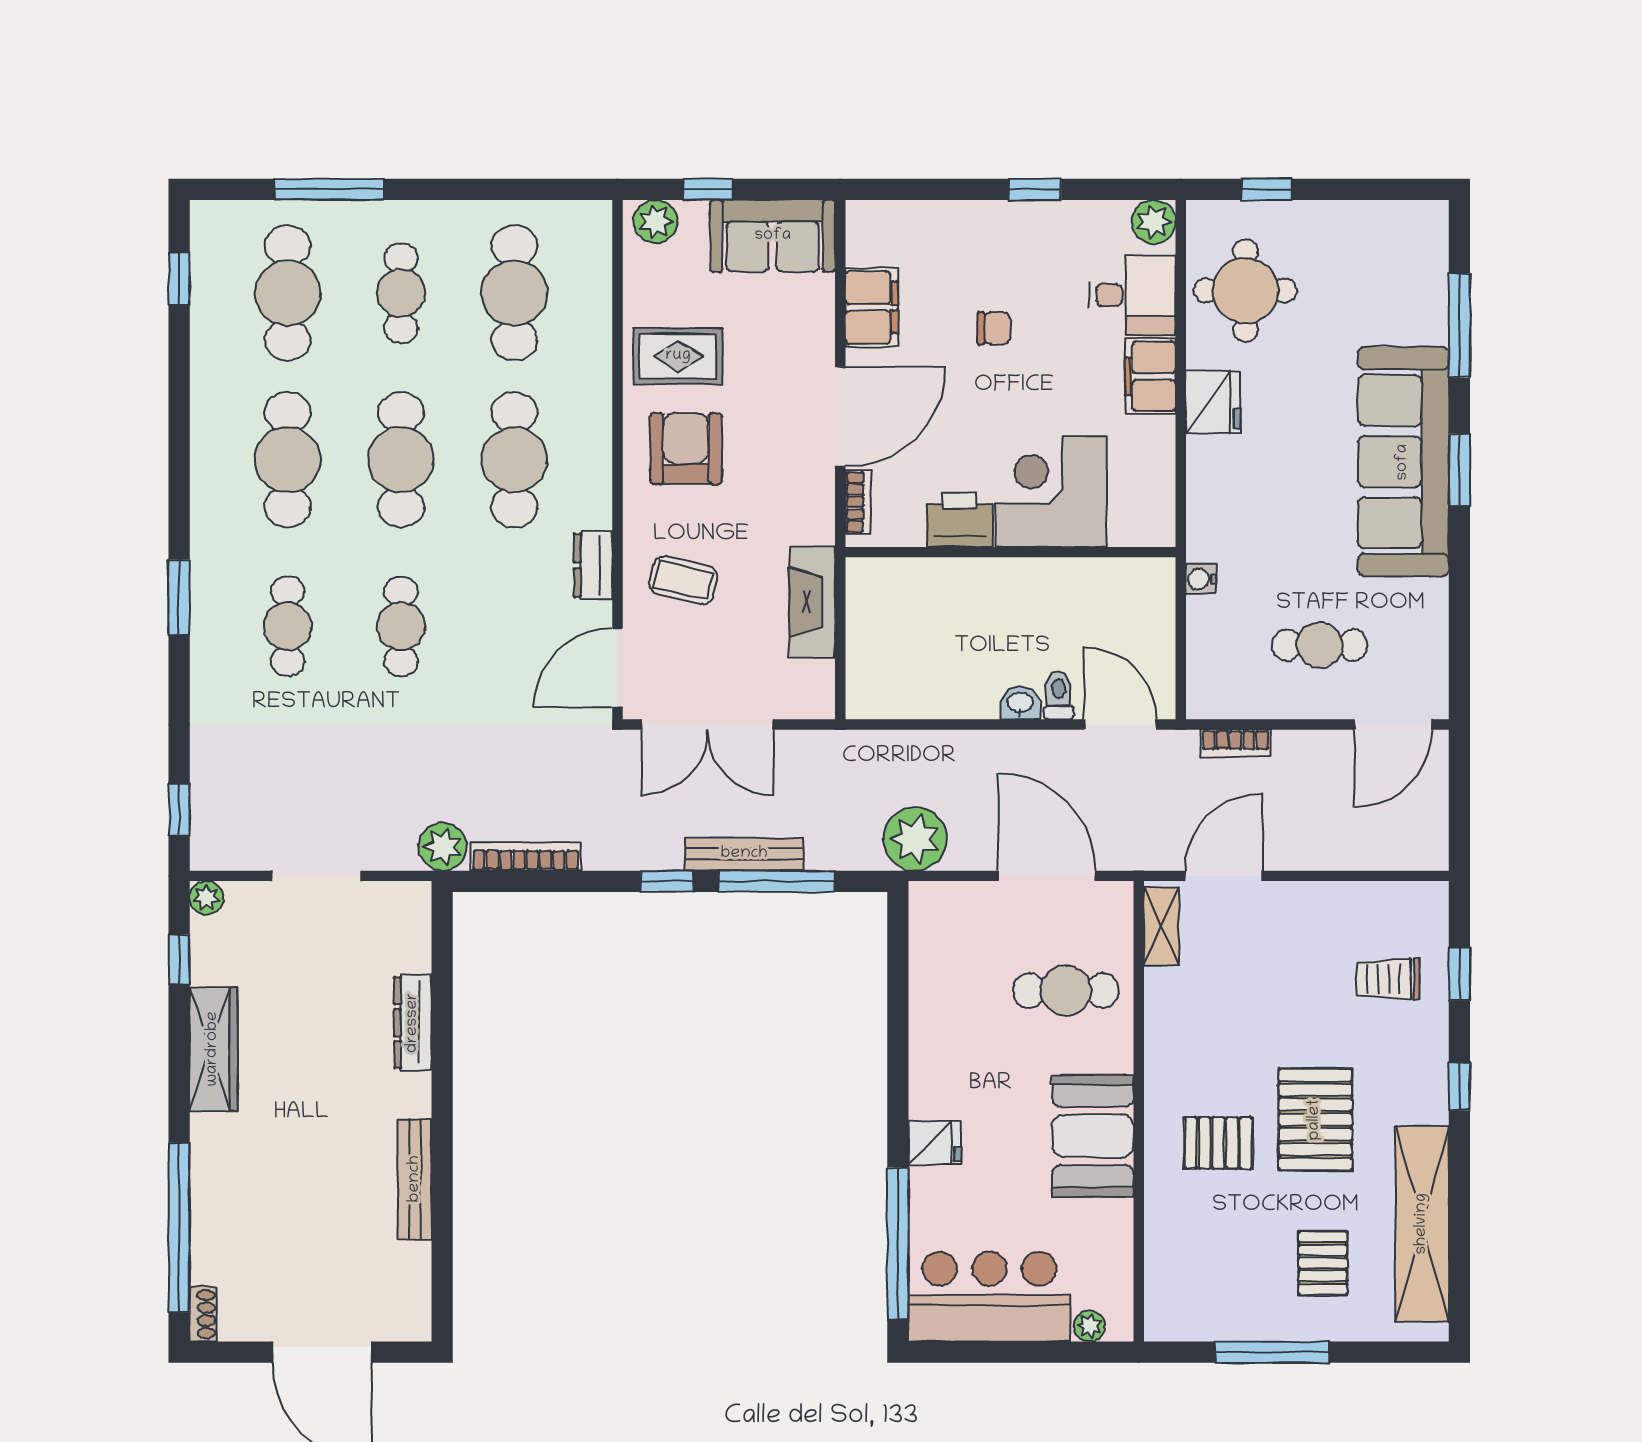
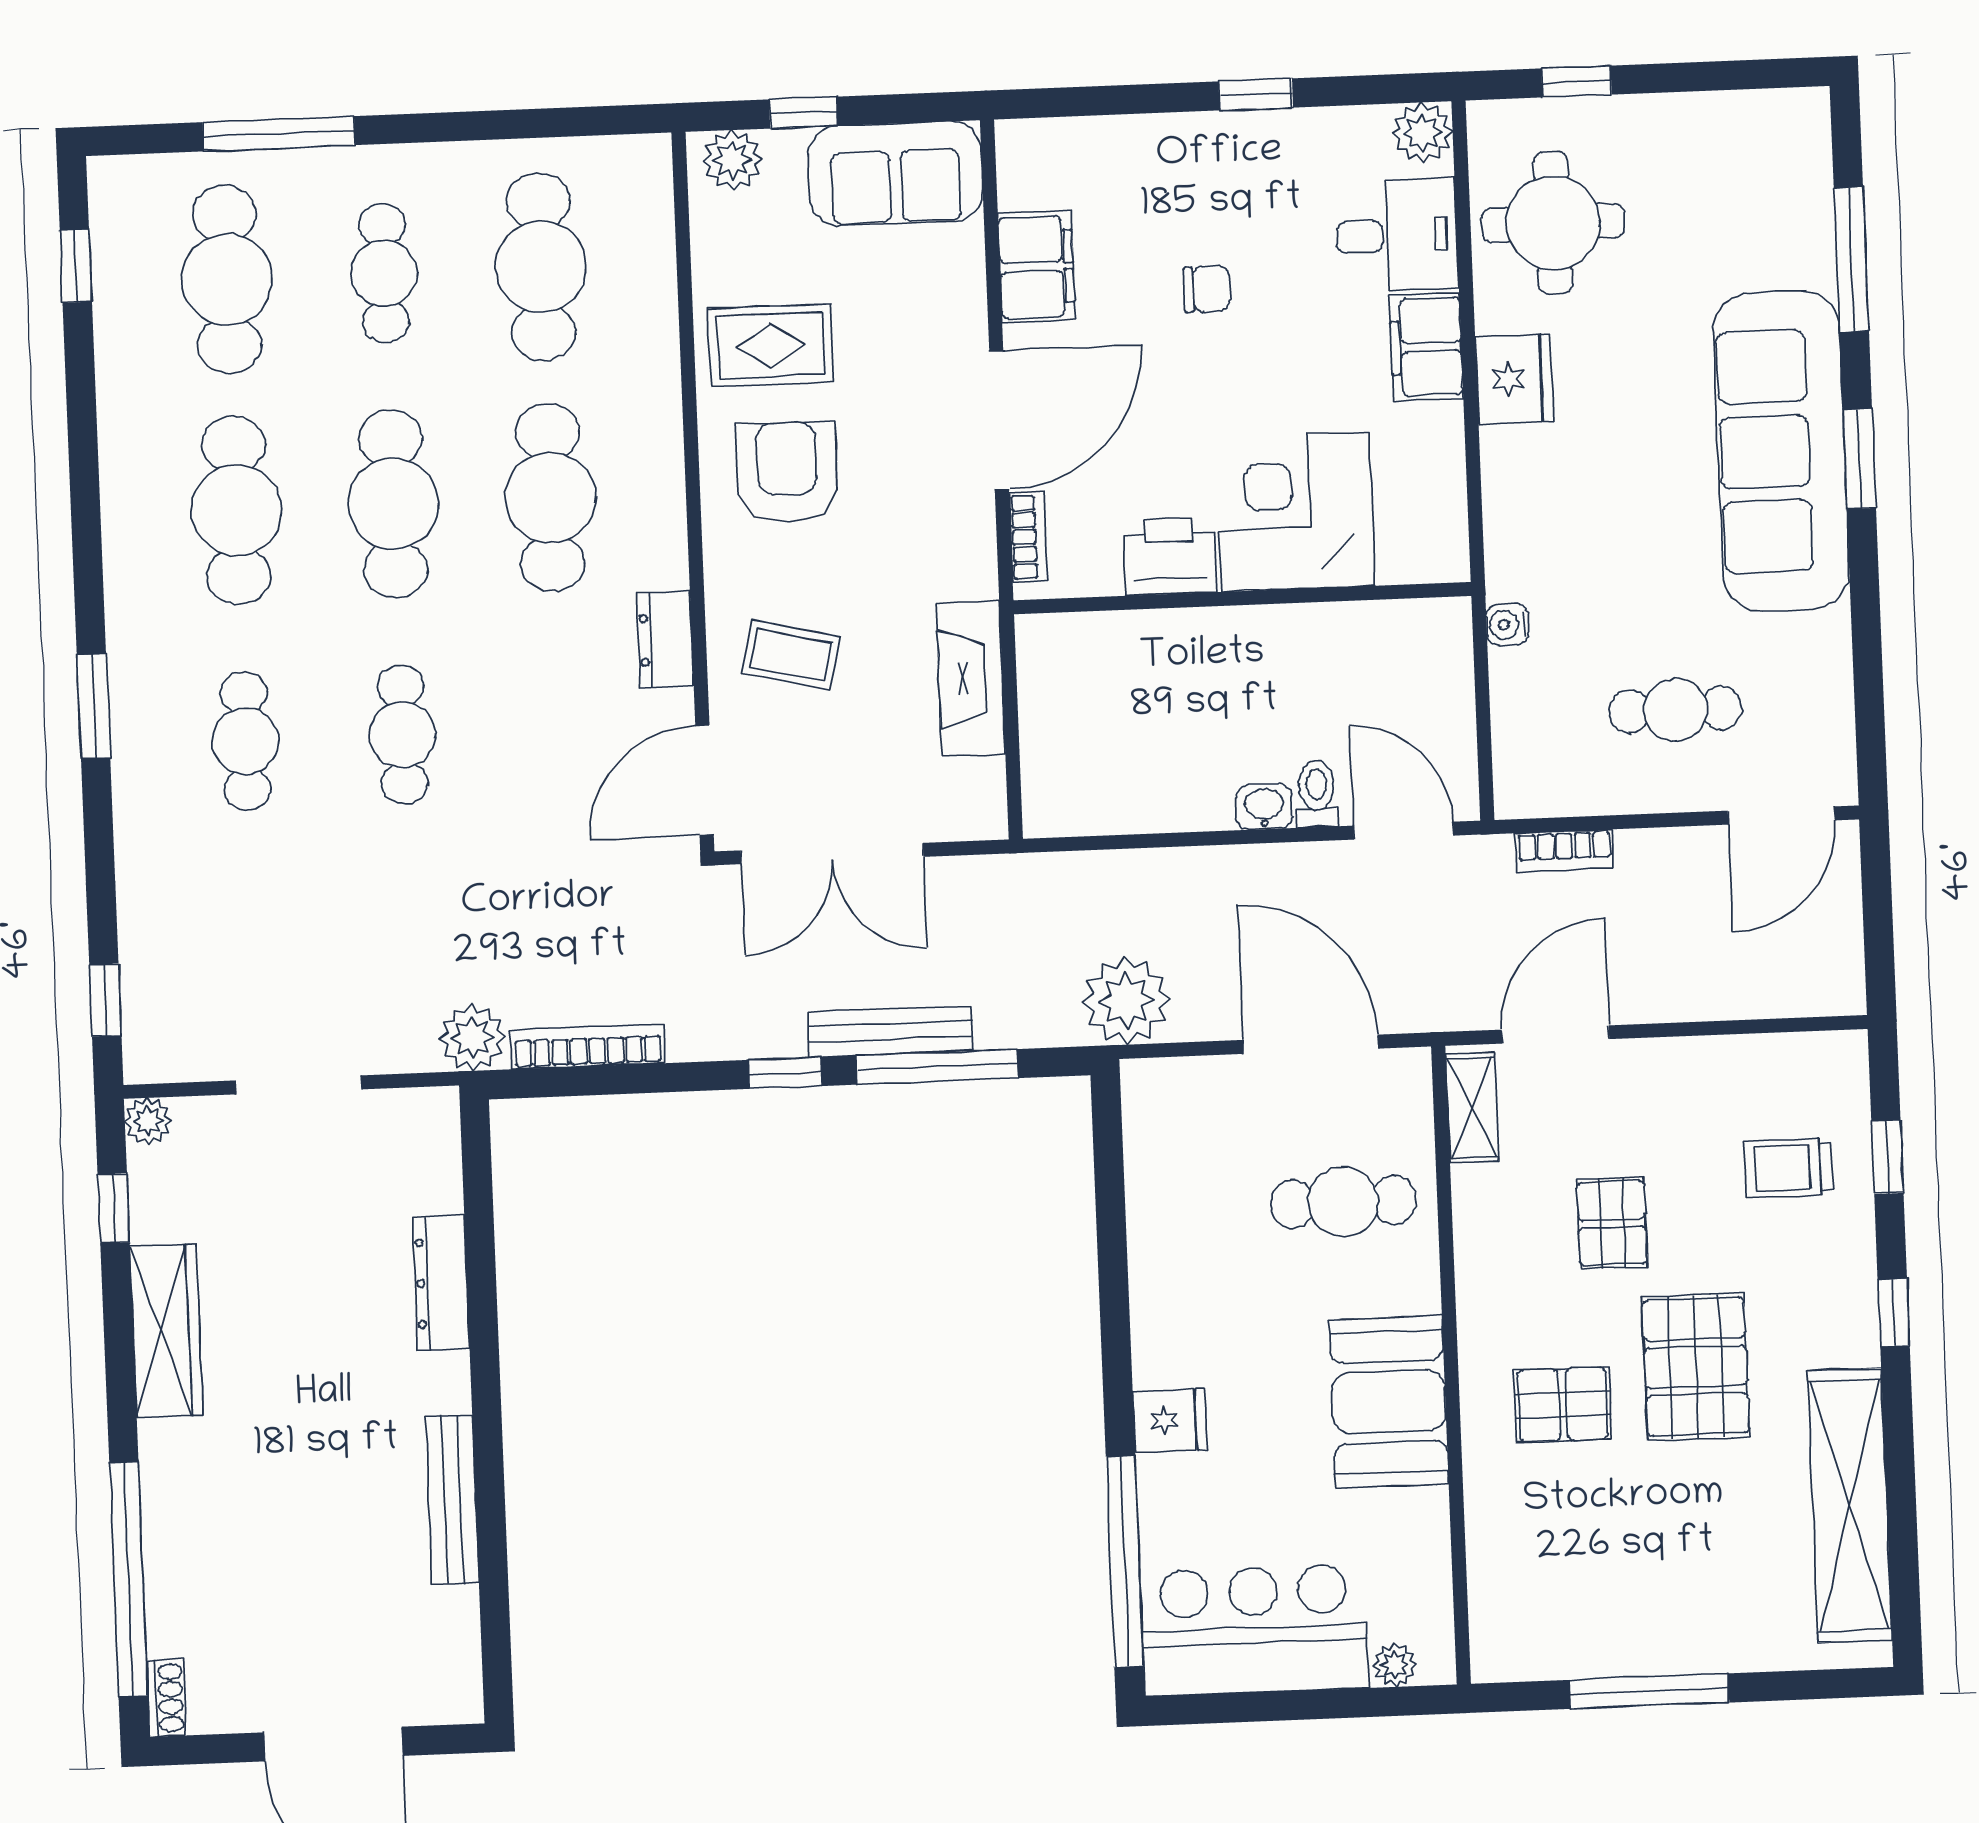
pallet: (1323, 1263) -> (1612, 1223), moved

